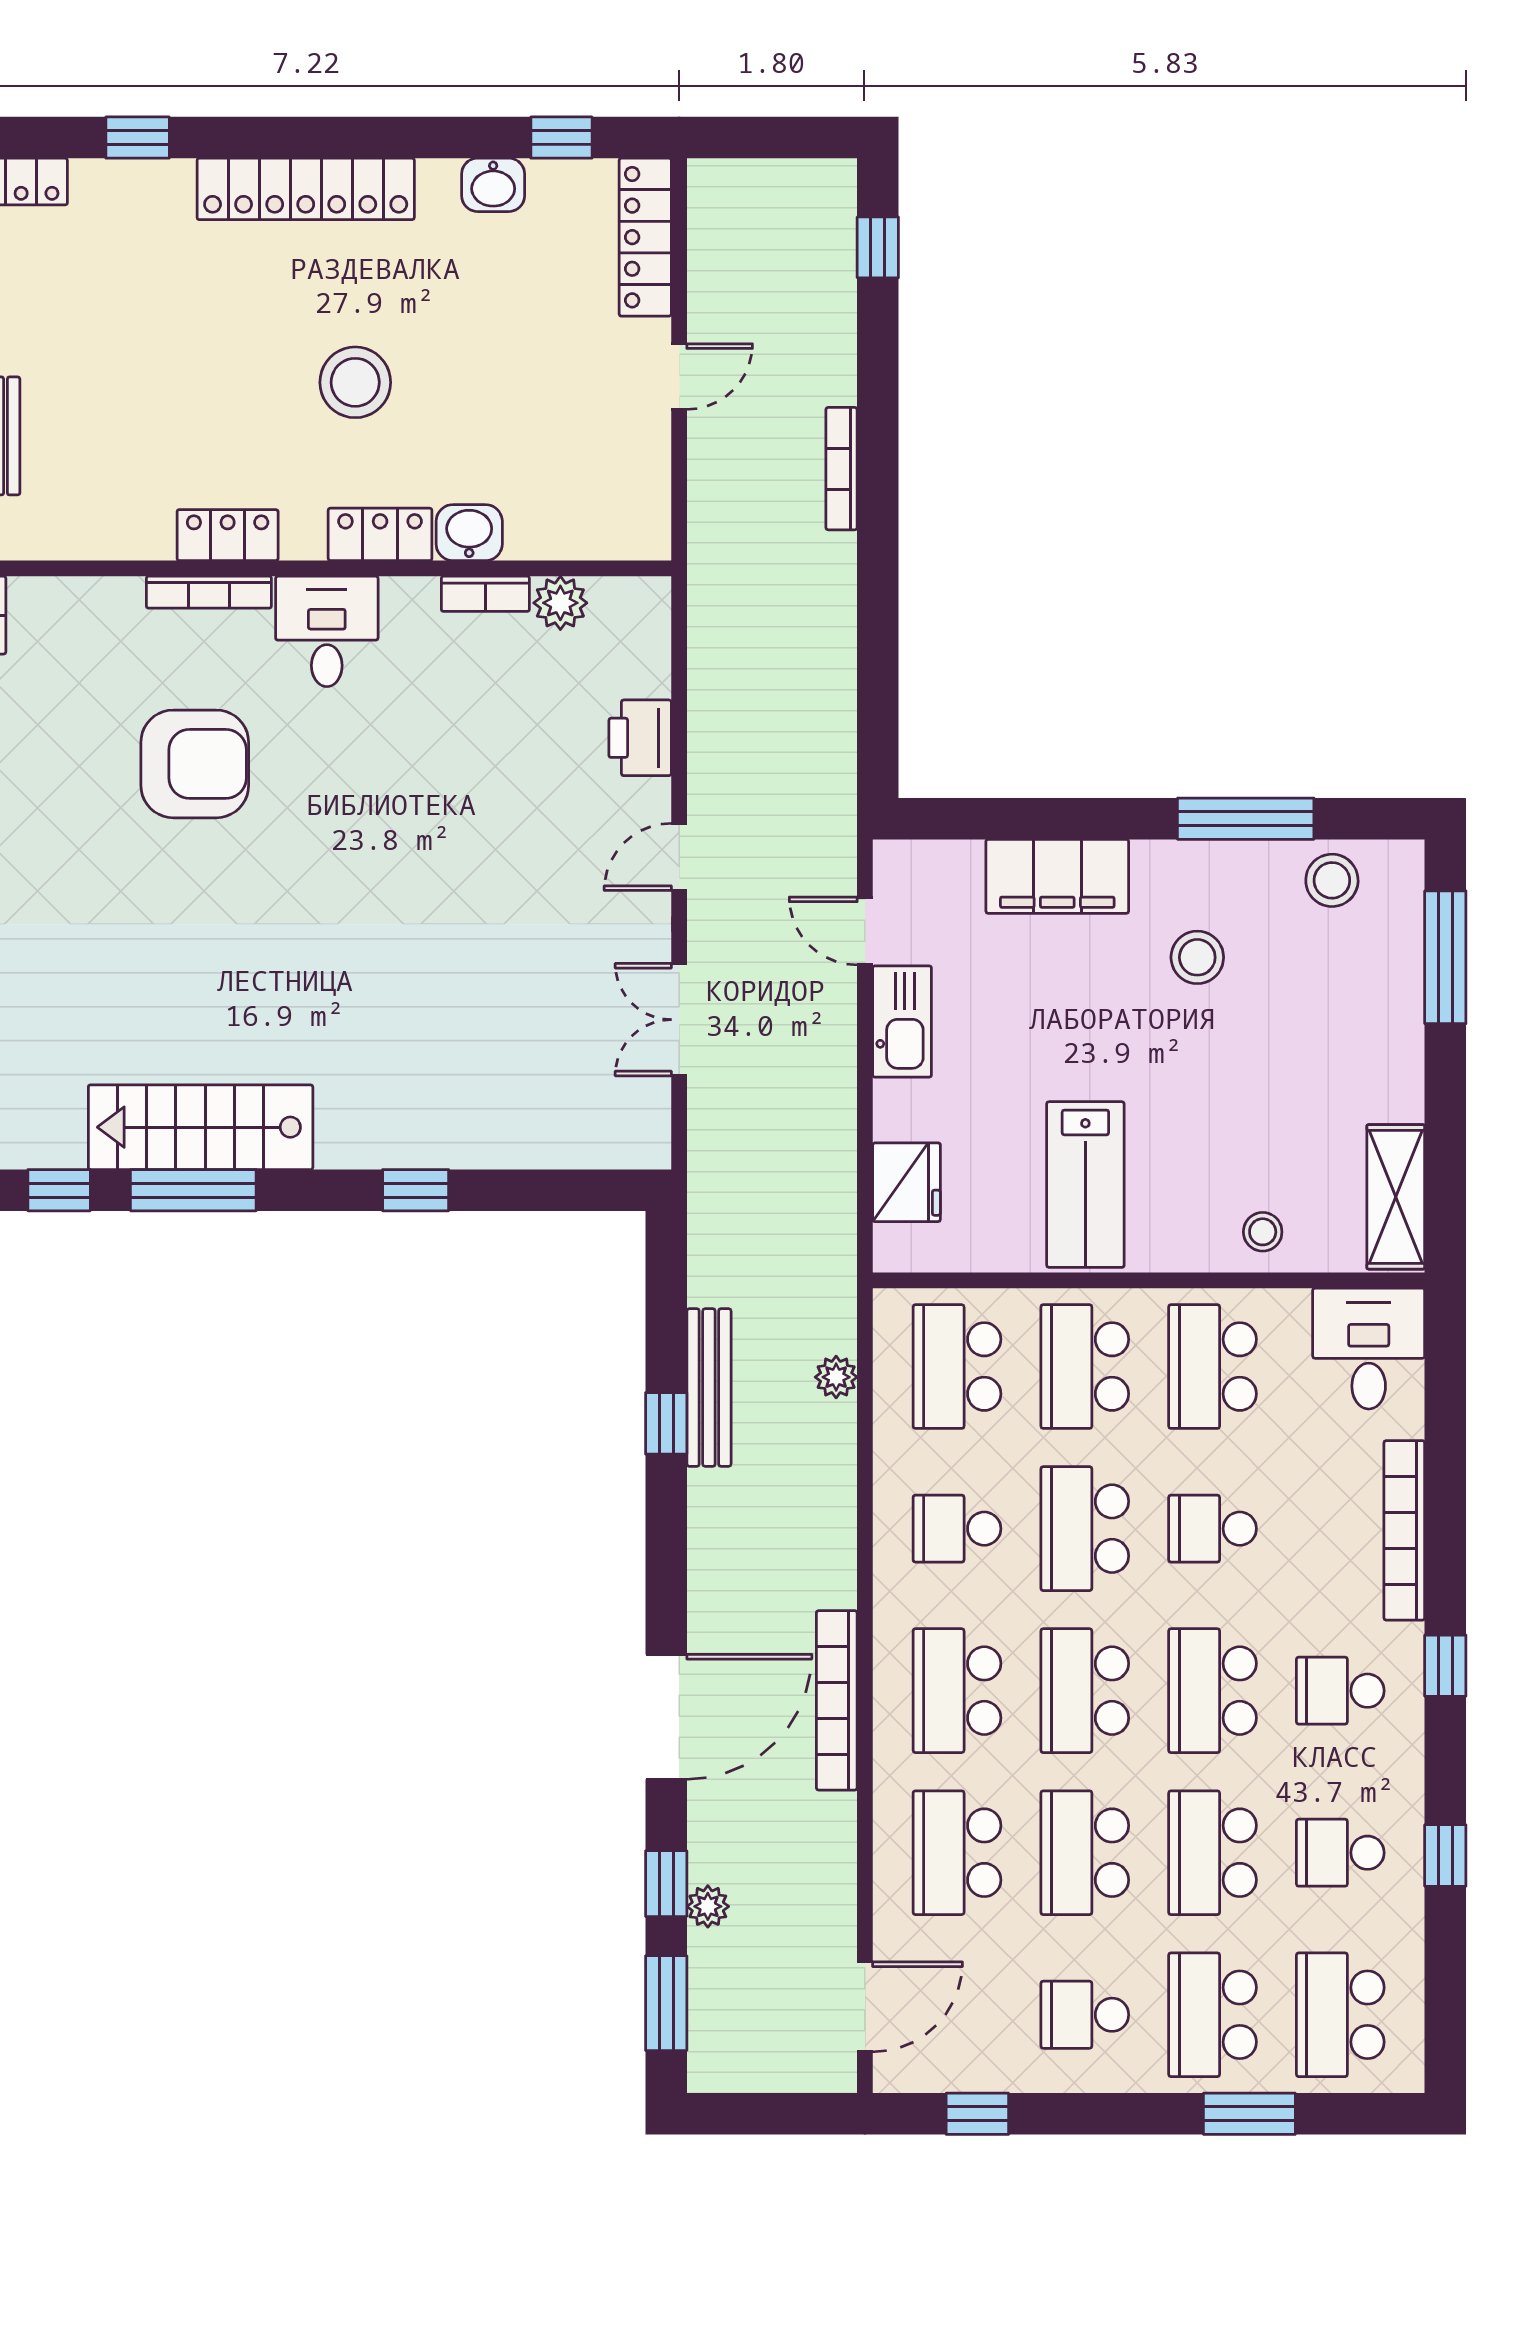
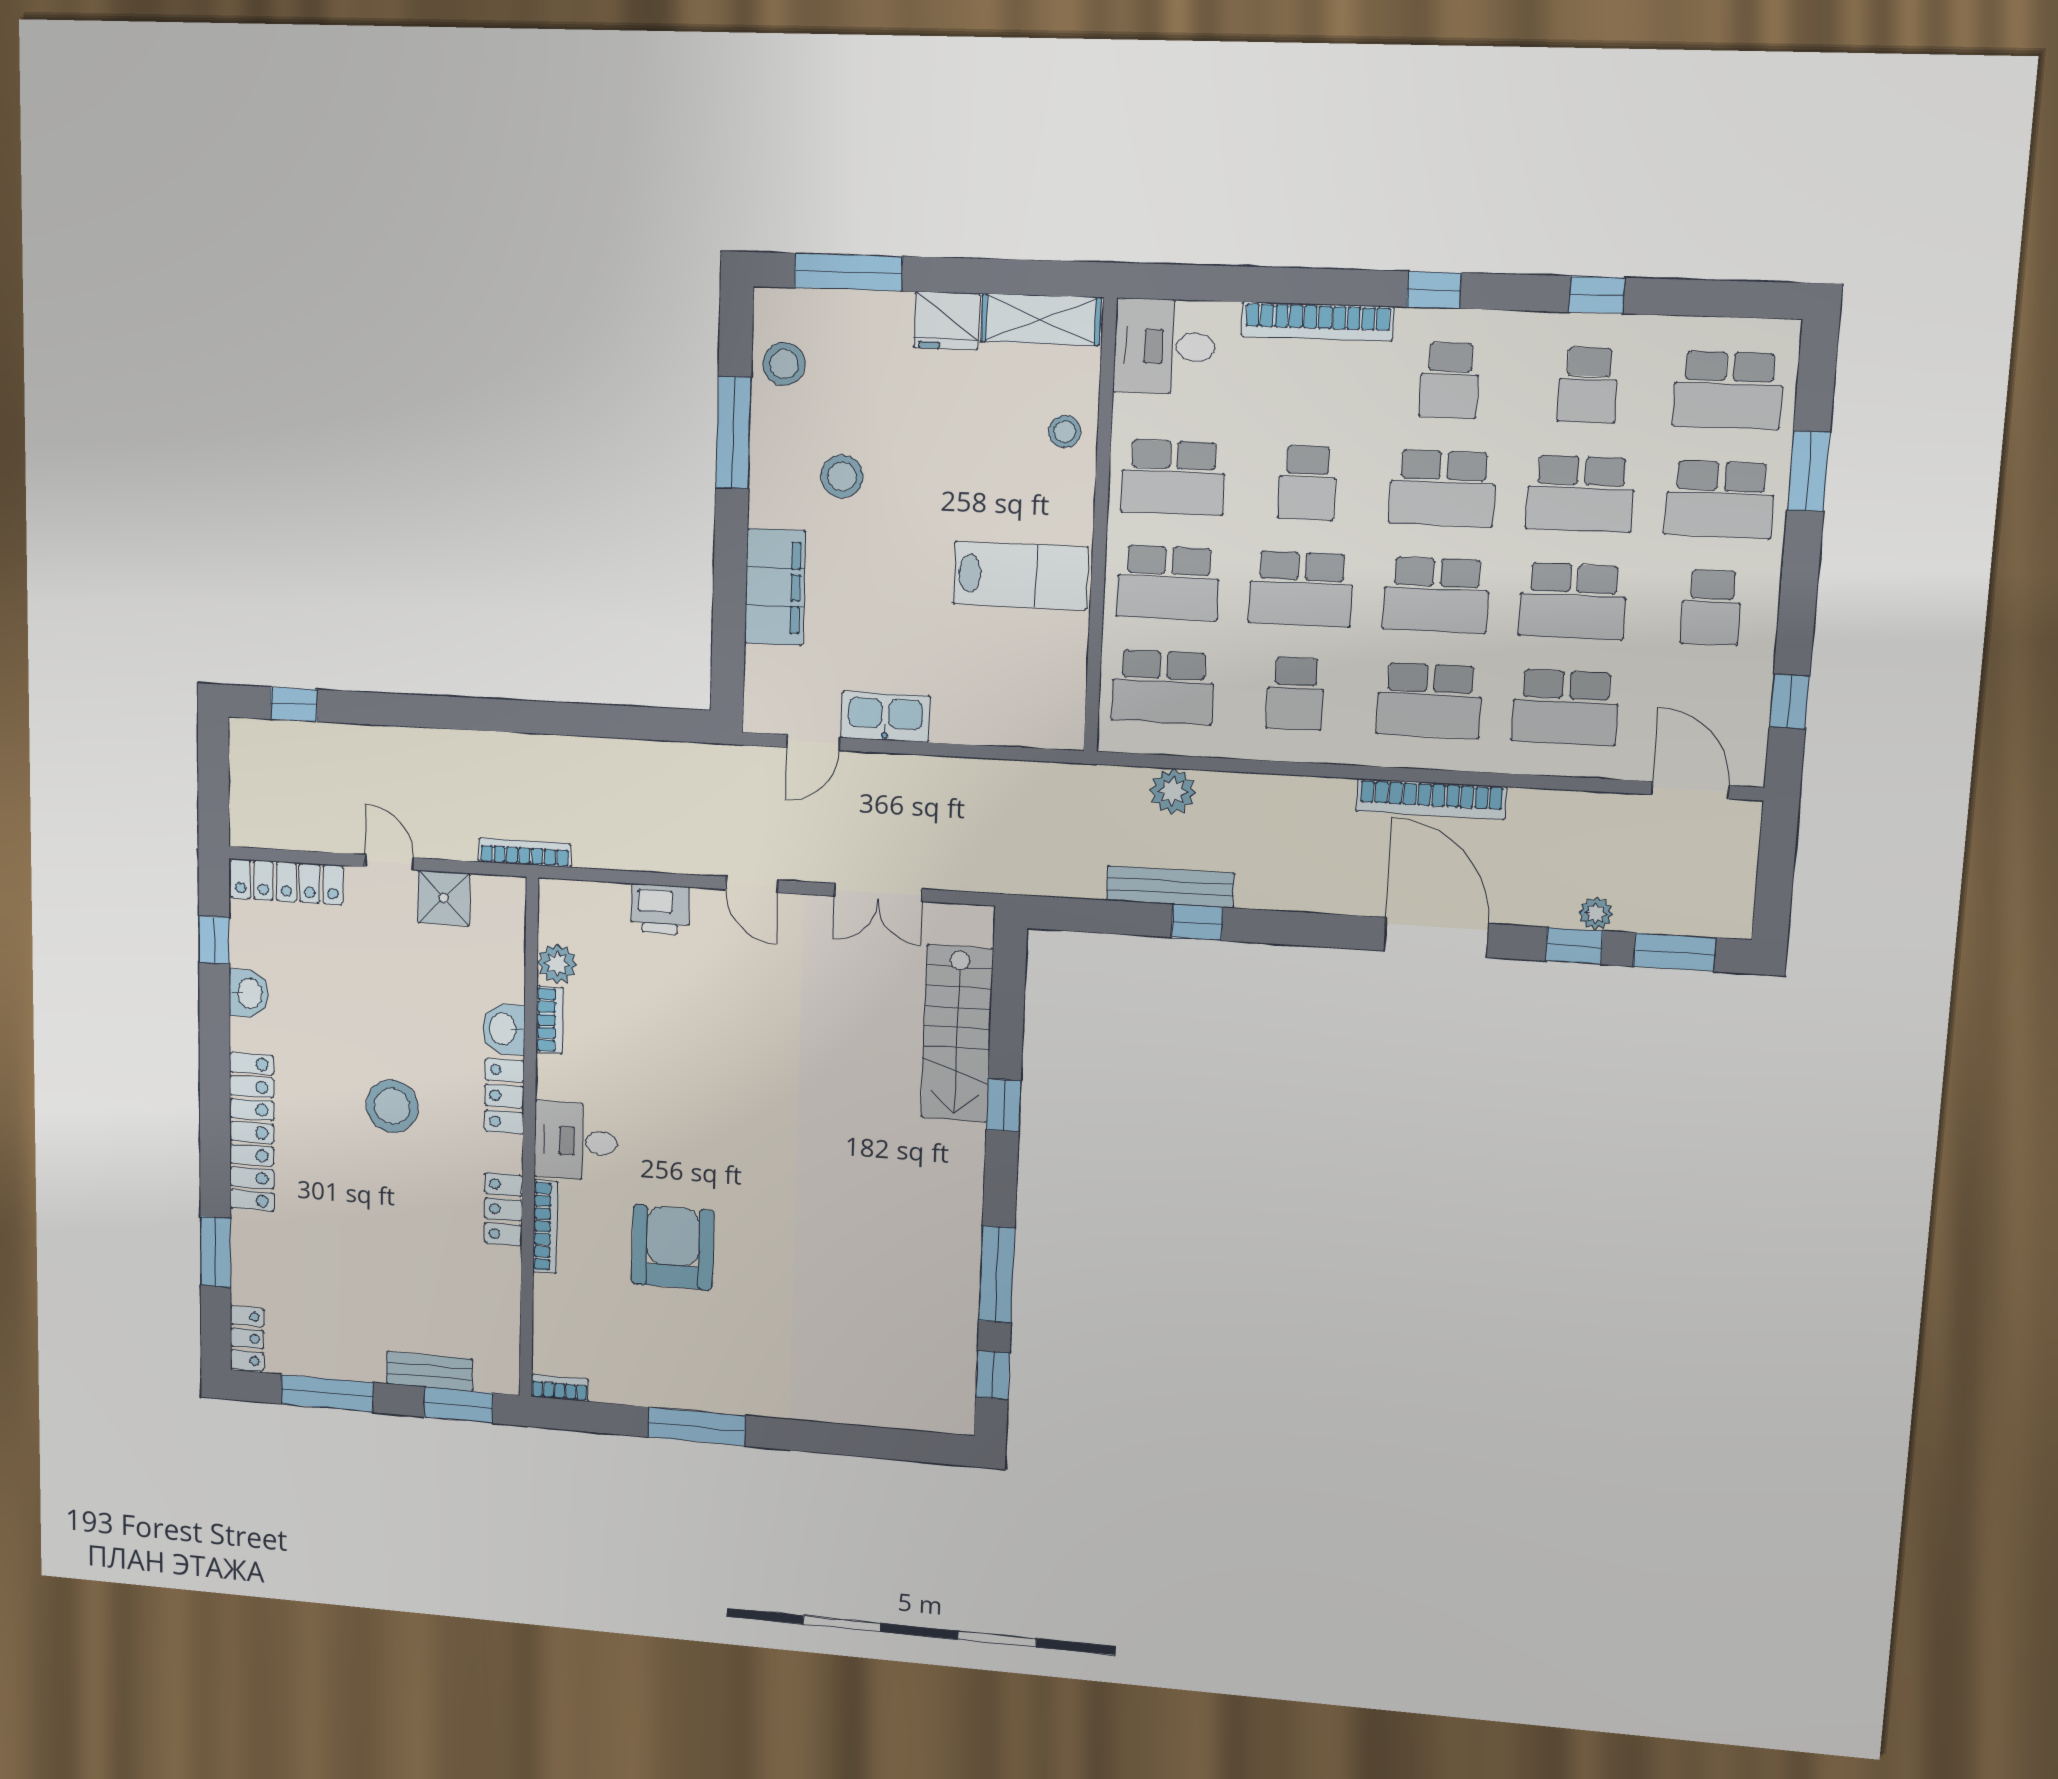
window: (138, 138) -> (215, 1252), width x1.50
shower: (637, 450) -> (444, 898), added
bookcase: (841, 469) -> (525, 853), moved, turned 180
stairs: (201, 1127) -> (957, 1034), moved
fridge: (907, 1182) -> (947, 321), moved, turned 180
plant: (836, 1377) -> (1173, 792), width x1.38, depth x1.38

